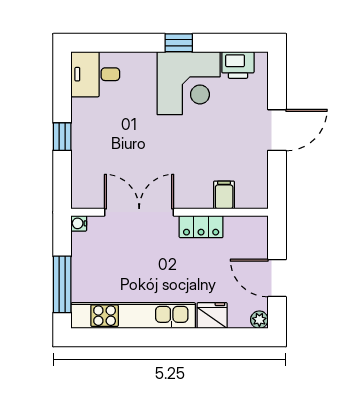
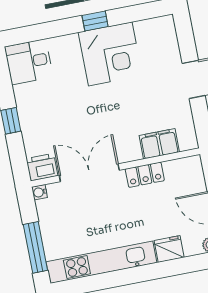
printer: (238, 65) -> (42, 167), moved, turned 180
filing cabinet: (224, 195) -> (159, 144), width x2.00

